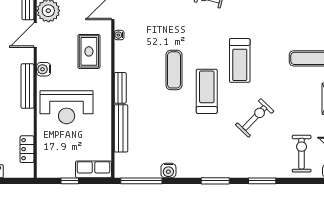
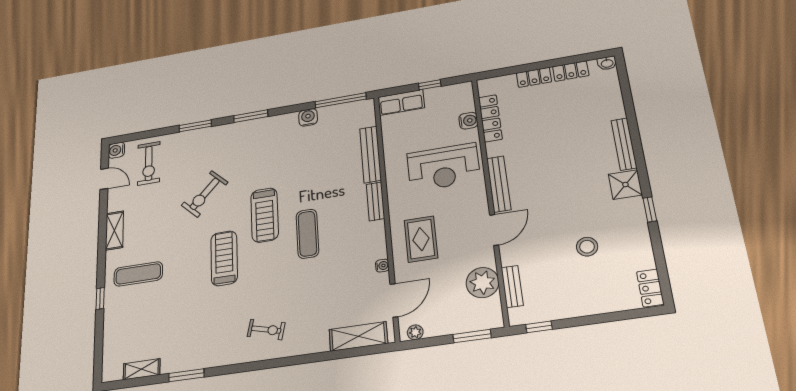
door: (35, 35) -> (494, 230), moved
water cooler: (44, 69) -> (468, 121), moved
reception desk: (67, 107) -> (443, 167), turned 180
locker: (27, 149) -> (490, 118), width x1.53

